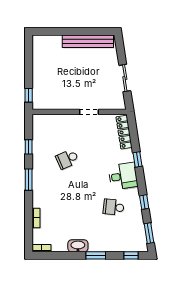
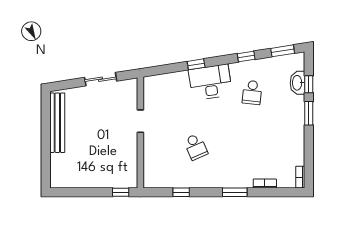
locker: (124, 132) -> (164, 80), removed
desk: (123, 176) -> (210, 82), width x1.37
window: (29, 180) -> (235, 192), moved
washbasin: (78, 246) -> (298, 83), moved
window: (131, 255) -> (309, 84), moved

